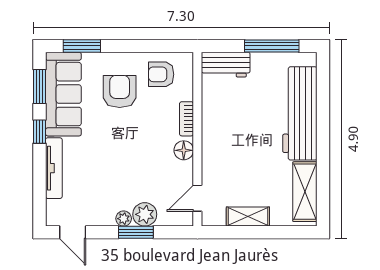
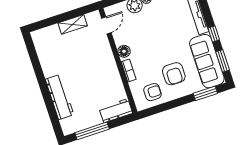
workbench: (300, 113) -> (60, 97), width x0.73, depth x0.76
shelving: (305, 192) -> (44, 51), removed

